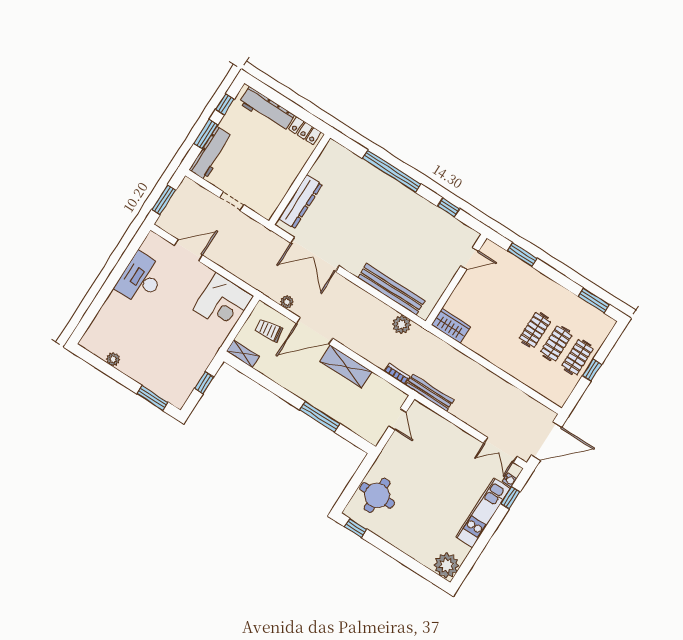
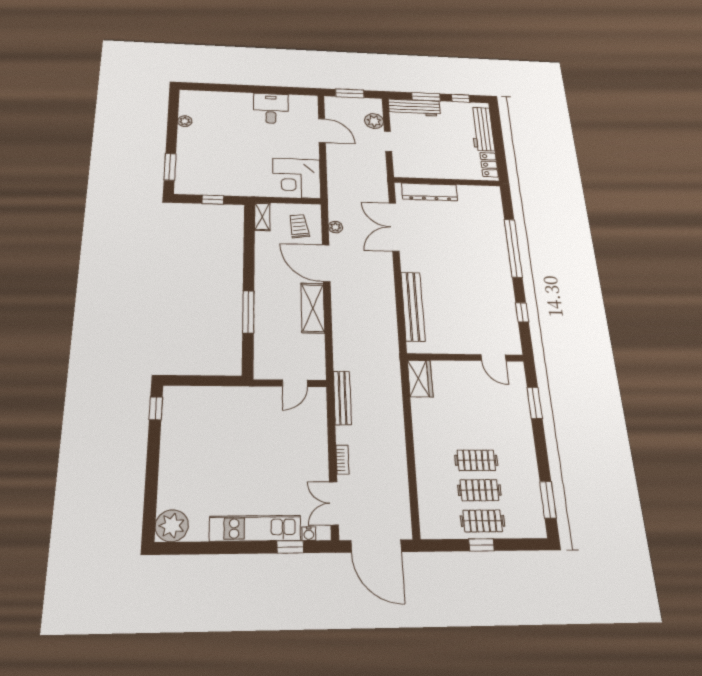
desk: (141, 279) -> (271, 108), width x0.73
plant: (401, 325) -> (374, 121), moved
bookcase: (397, 374) -> (342, 460), moved
round table: (377, 495) -> (204, 409), removed

